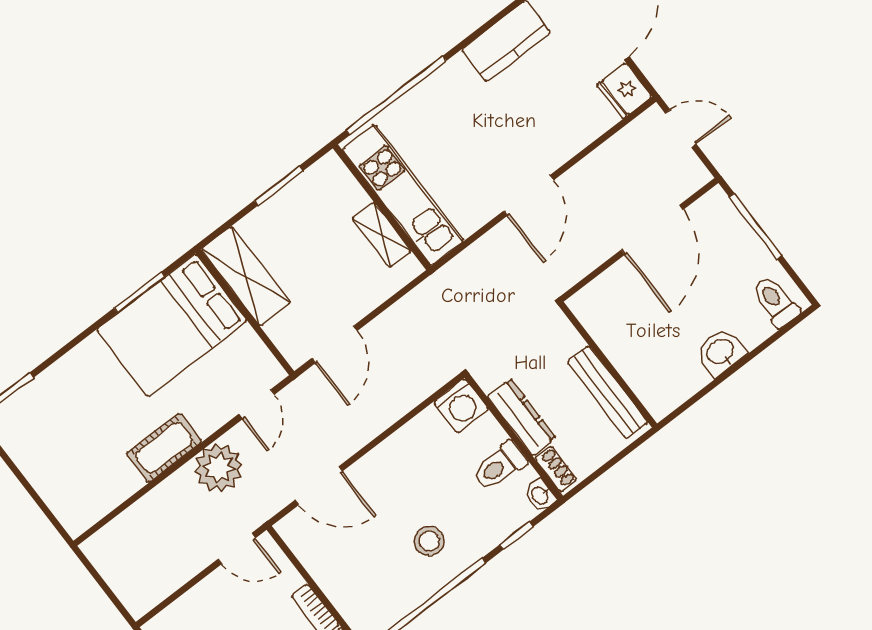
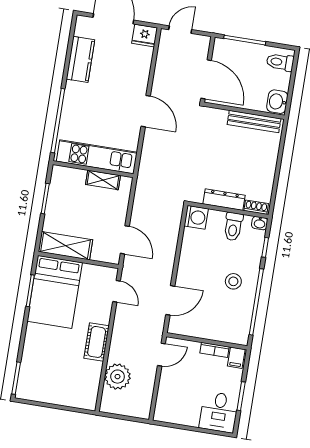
wall: (608, 365) -> (244, 111), moved
bench: (608, 392) -> (254, 121), moved
plant: (219, 468) -> (118, 377), moved

